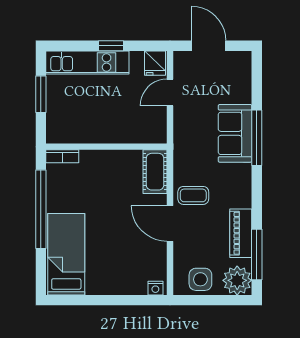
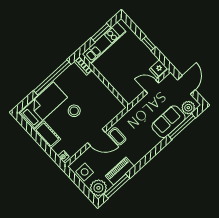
kitchen unit: (87, 63) -> (104, 43), moved, turned -90
plant: (240, 70) -> (188, 108), added
sofa: (235, 133) -> (169, 122), moved
window: (257, 138) -> (182, 127), moved
cot: (155, 172) -> (47, 134), moved, turned 90
stool: (110, 221) -> (74, 111), added
door: (170, 223) -> (96, 137), swing flipped

